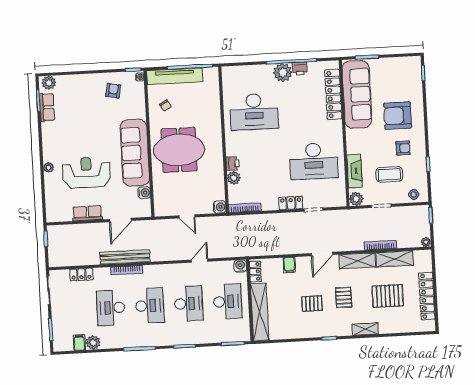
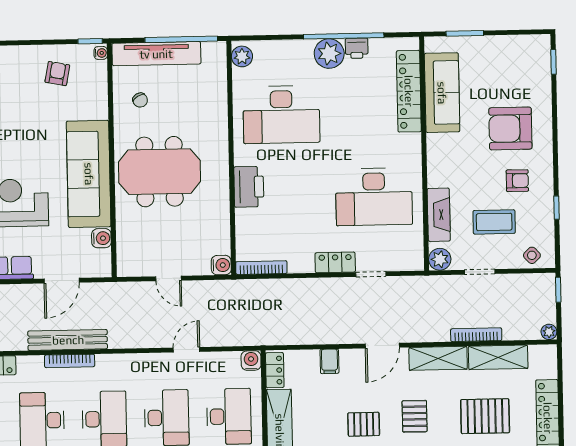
sofa: (357, 94) -> (442, 93), width x0.74, depth x0.79
printer: (233, 164) -> (249, 187), width x1.87, depth x1.48
plant: (234, 178) -> (242, 56), moved

